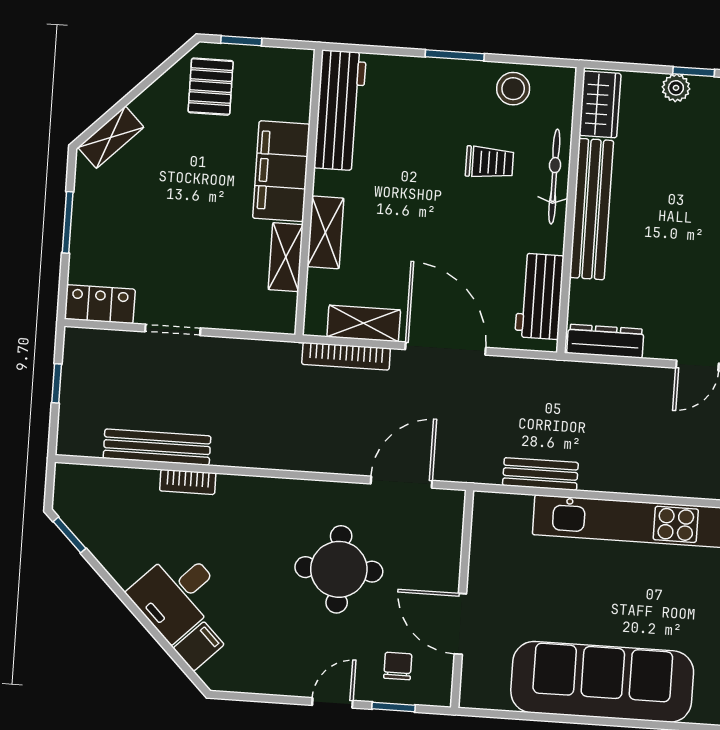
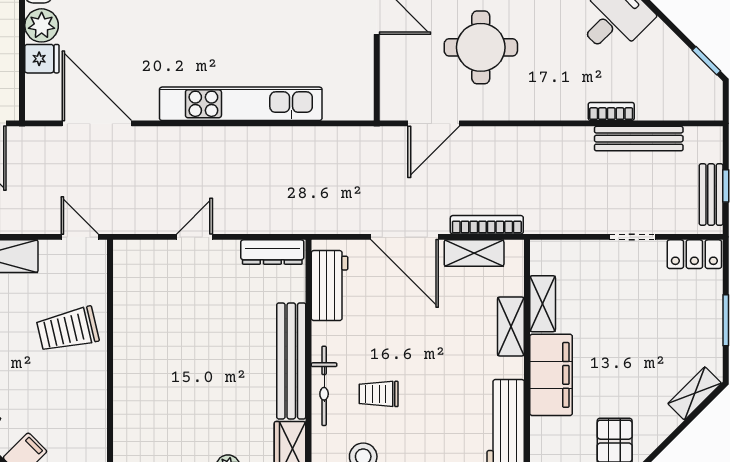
bench: (540, 474) -> (711, 195), moved, turned 90

